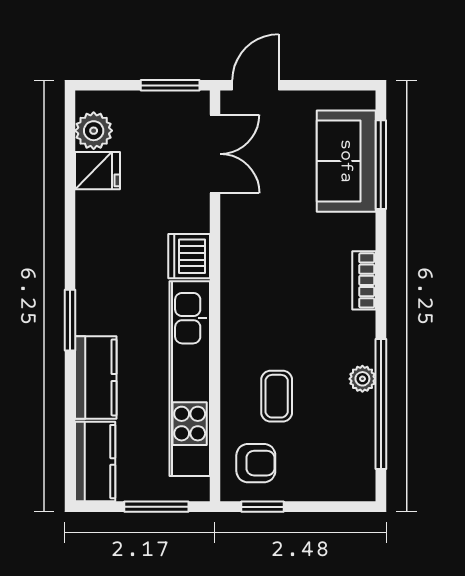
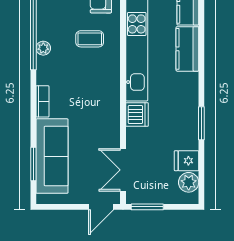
sofa: (346, 161) -> (52, 156), width x1.36
window: (381, 165) -> (33, 164), width x0.69
window: (70, 320) -> (201, 123), moved
coffee table: (277, 396) -> (90, 39), turned 90

